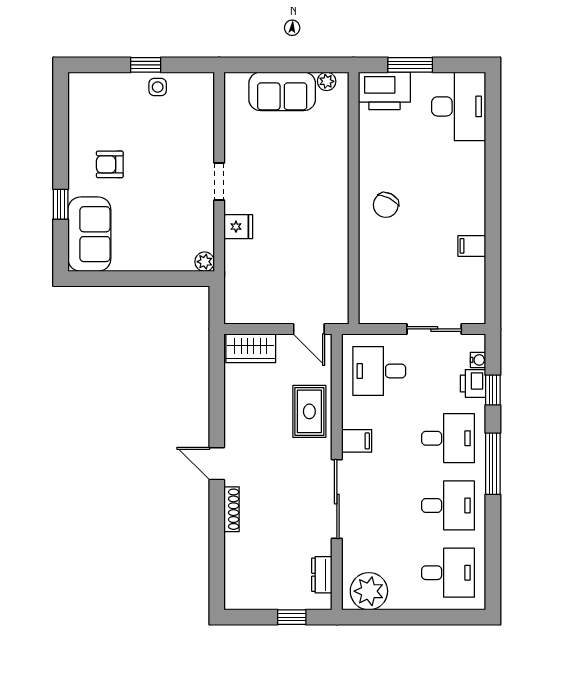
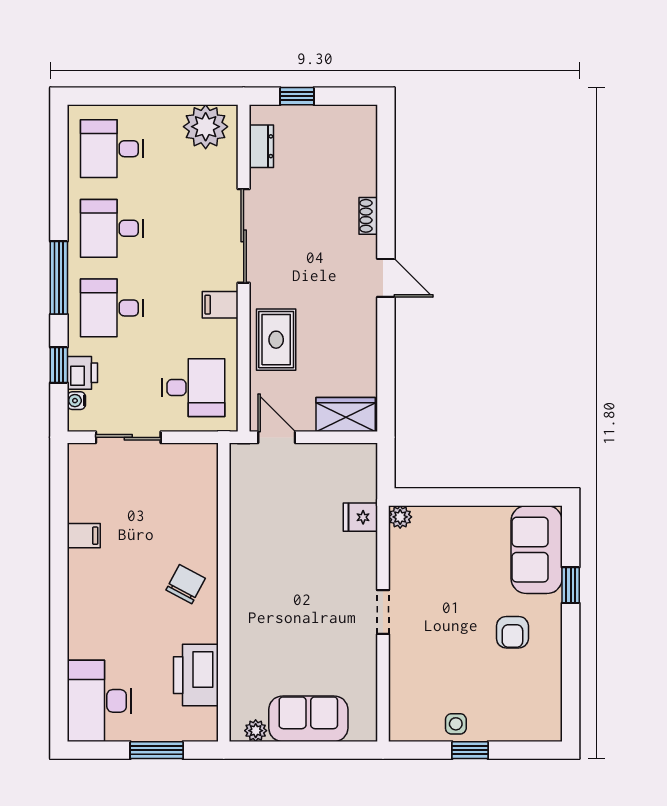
printer: (384, 91) -> (196, 675), moved, turned -90
armchair: (110, 164) -> (512, 632), turned 90
fridge: (238, 227) -> (360, 517), moved
shoe rack: (232, 509) -> (368, 216), width x0.70

